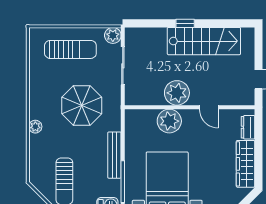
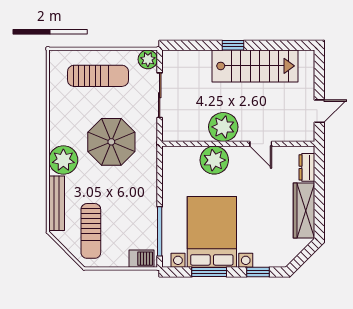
plant: (35, 127) -> (63, 160), width x1.88, depth x1.88
bench: (114, 155) -> (57, 203), moved

